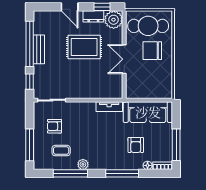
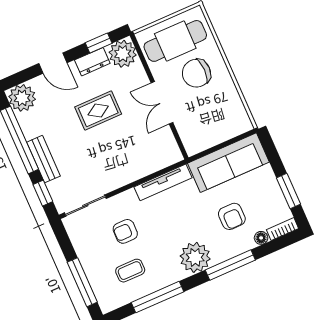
plant: (42, 20) -> (22, 98), added
rug: (84, 47) -> (98, 111), width x0.73, depth x0.70
bench: (39, 49) -> (43, 159), moved
tv unit: (109, 107) -> (163, 182), width x1.41
armchair: (55, 126) -> (125, 231), moved
window: (176, 145) -> (289, 191), width x0.69
plant: (83, 164) -> (195, 257), moved, width x1.87, depth x1.87

